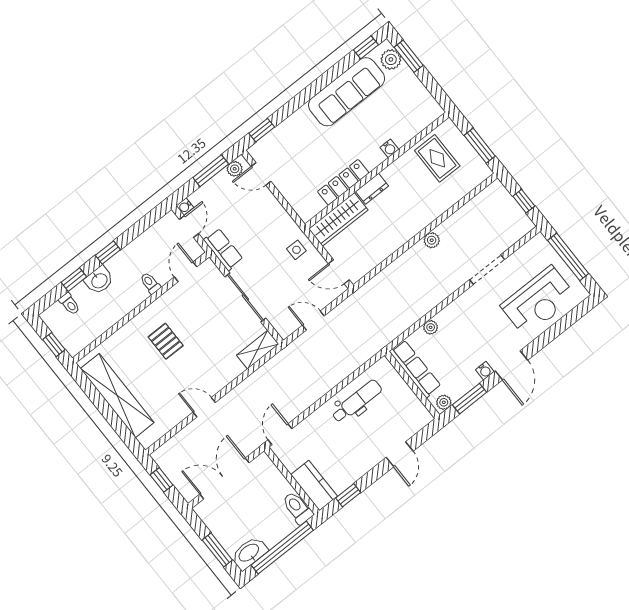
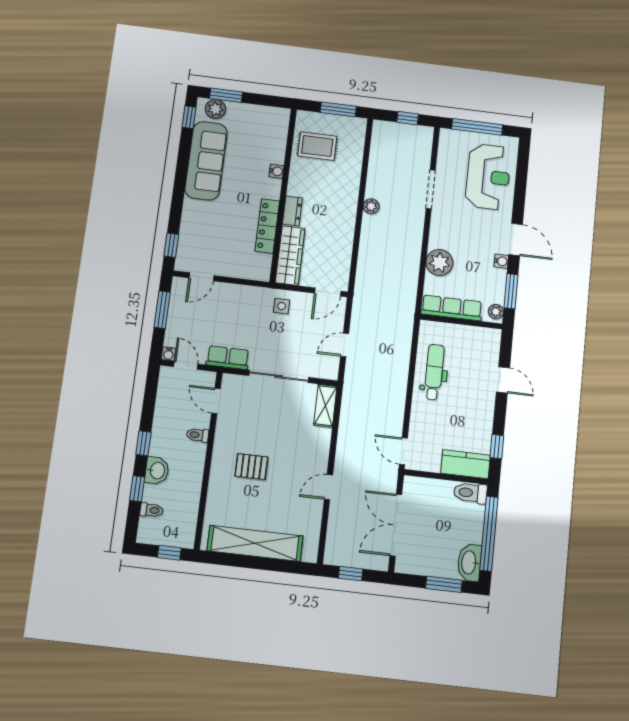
plant: (235, 169) -> (179, 292), removed
plant: (431, 327) -> (439, 263), width x1.88, depth x1.88

